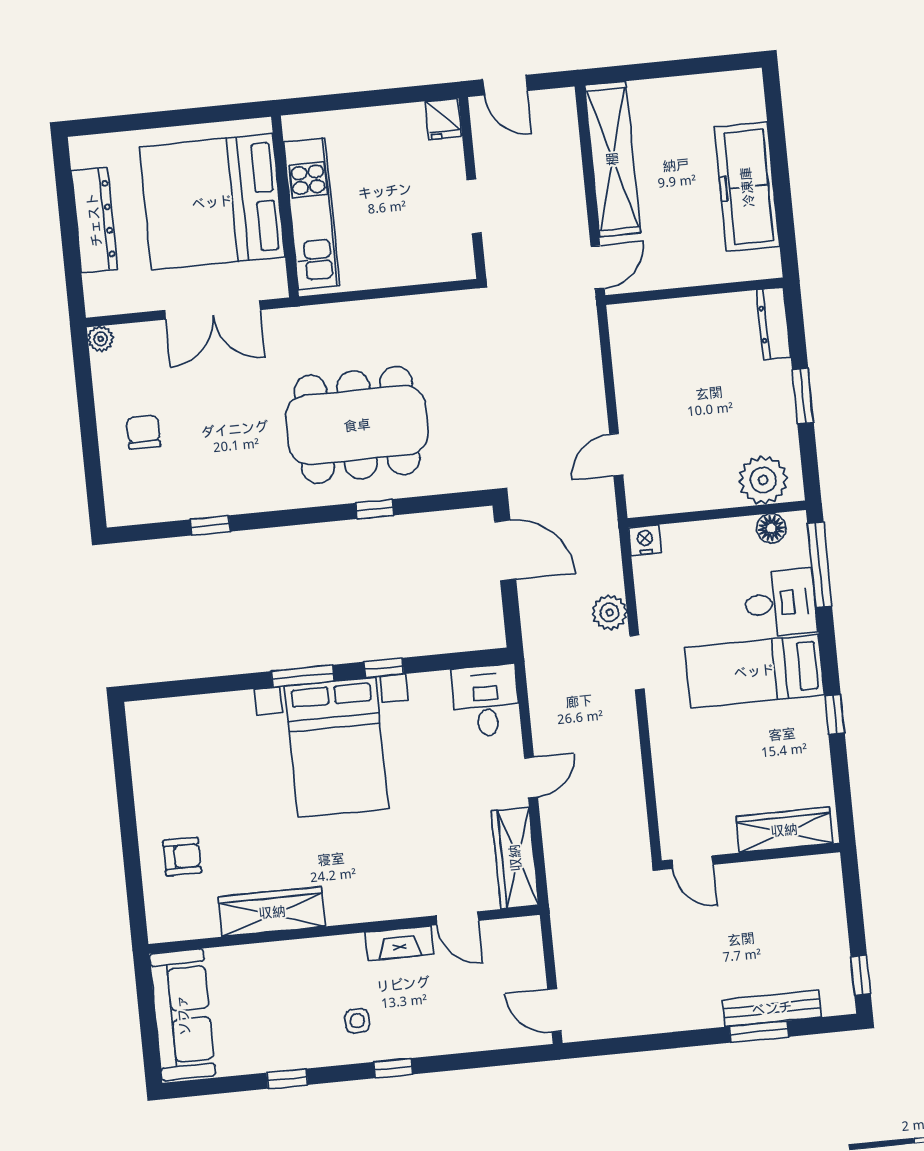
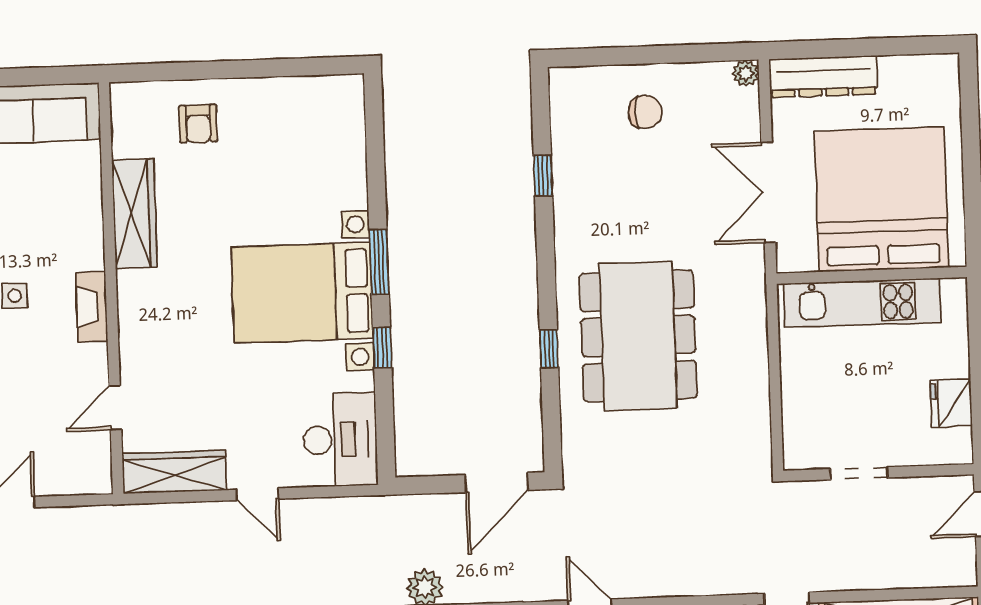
fridge: (443, 119) -> (951, 403), moved, width x1.38
dresser: (94, 220) -> (823, 76), moved
desk: (486, 701) -> (340, 440), width x1.37
fireplace: (399, 943) -> (92, 307), moved

